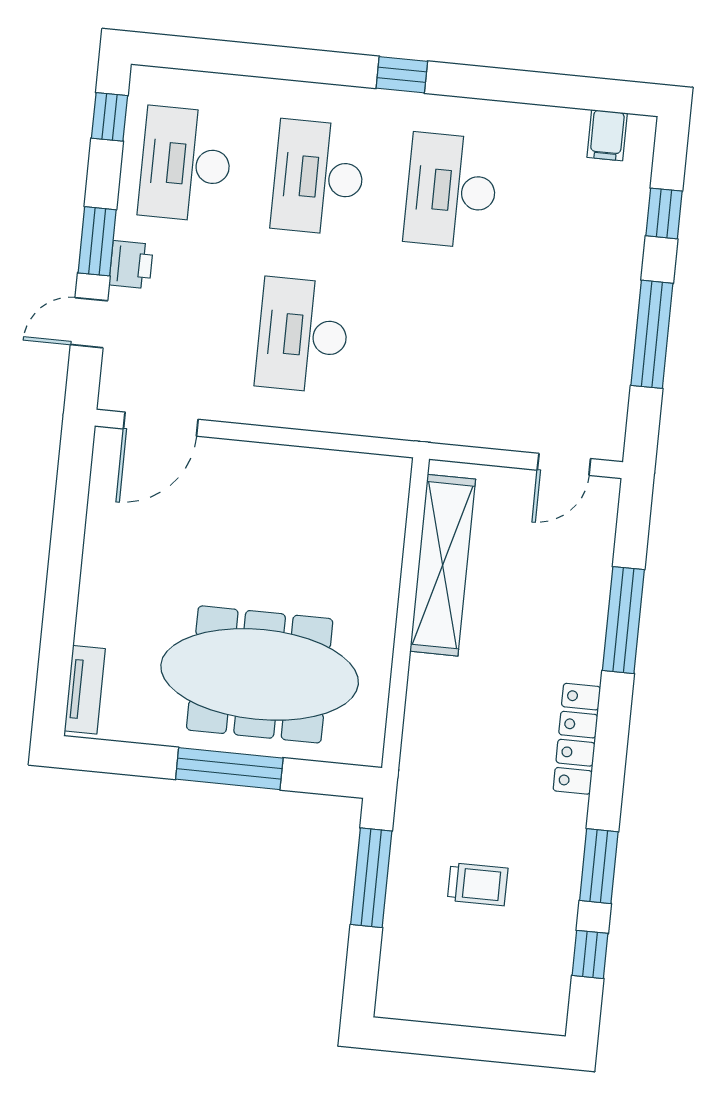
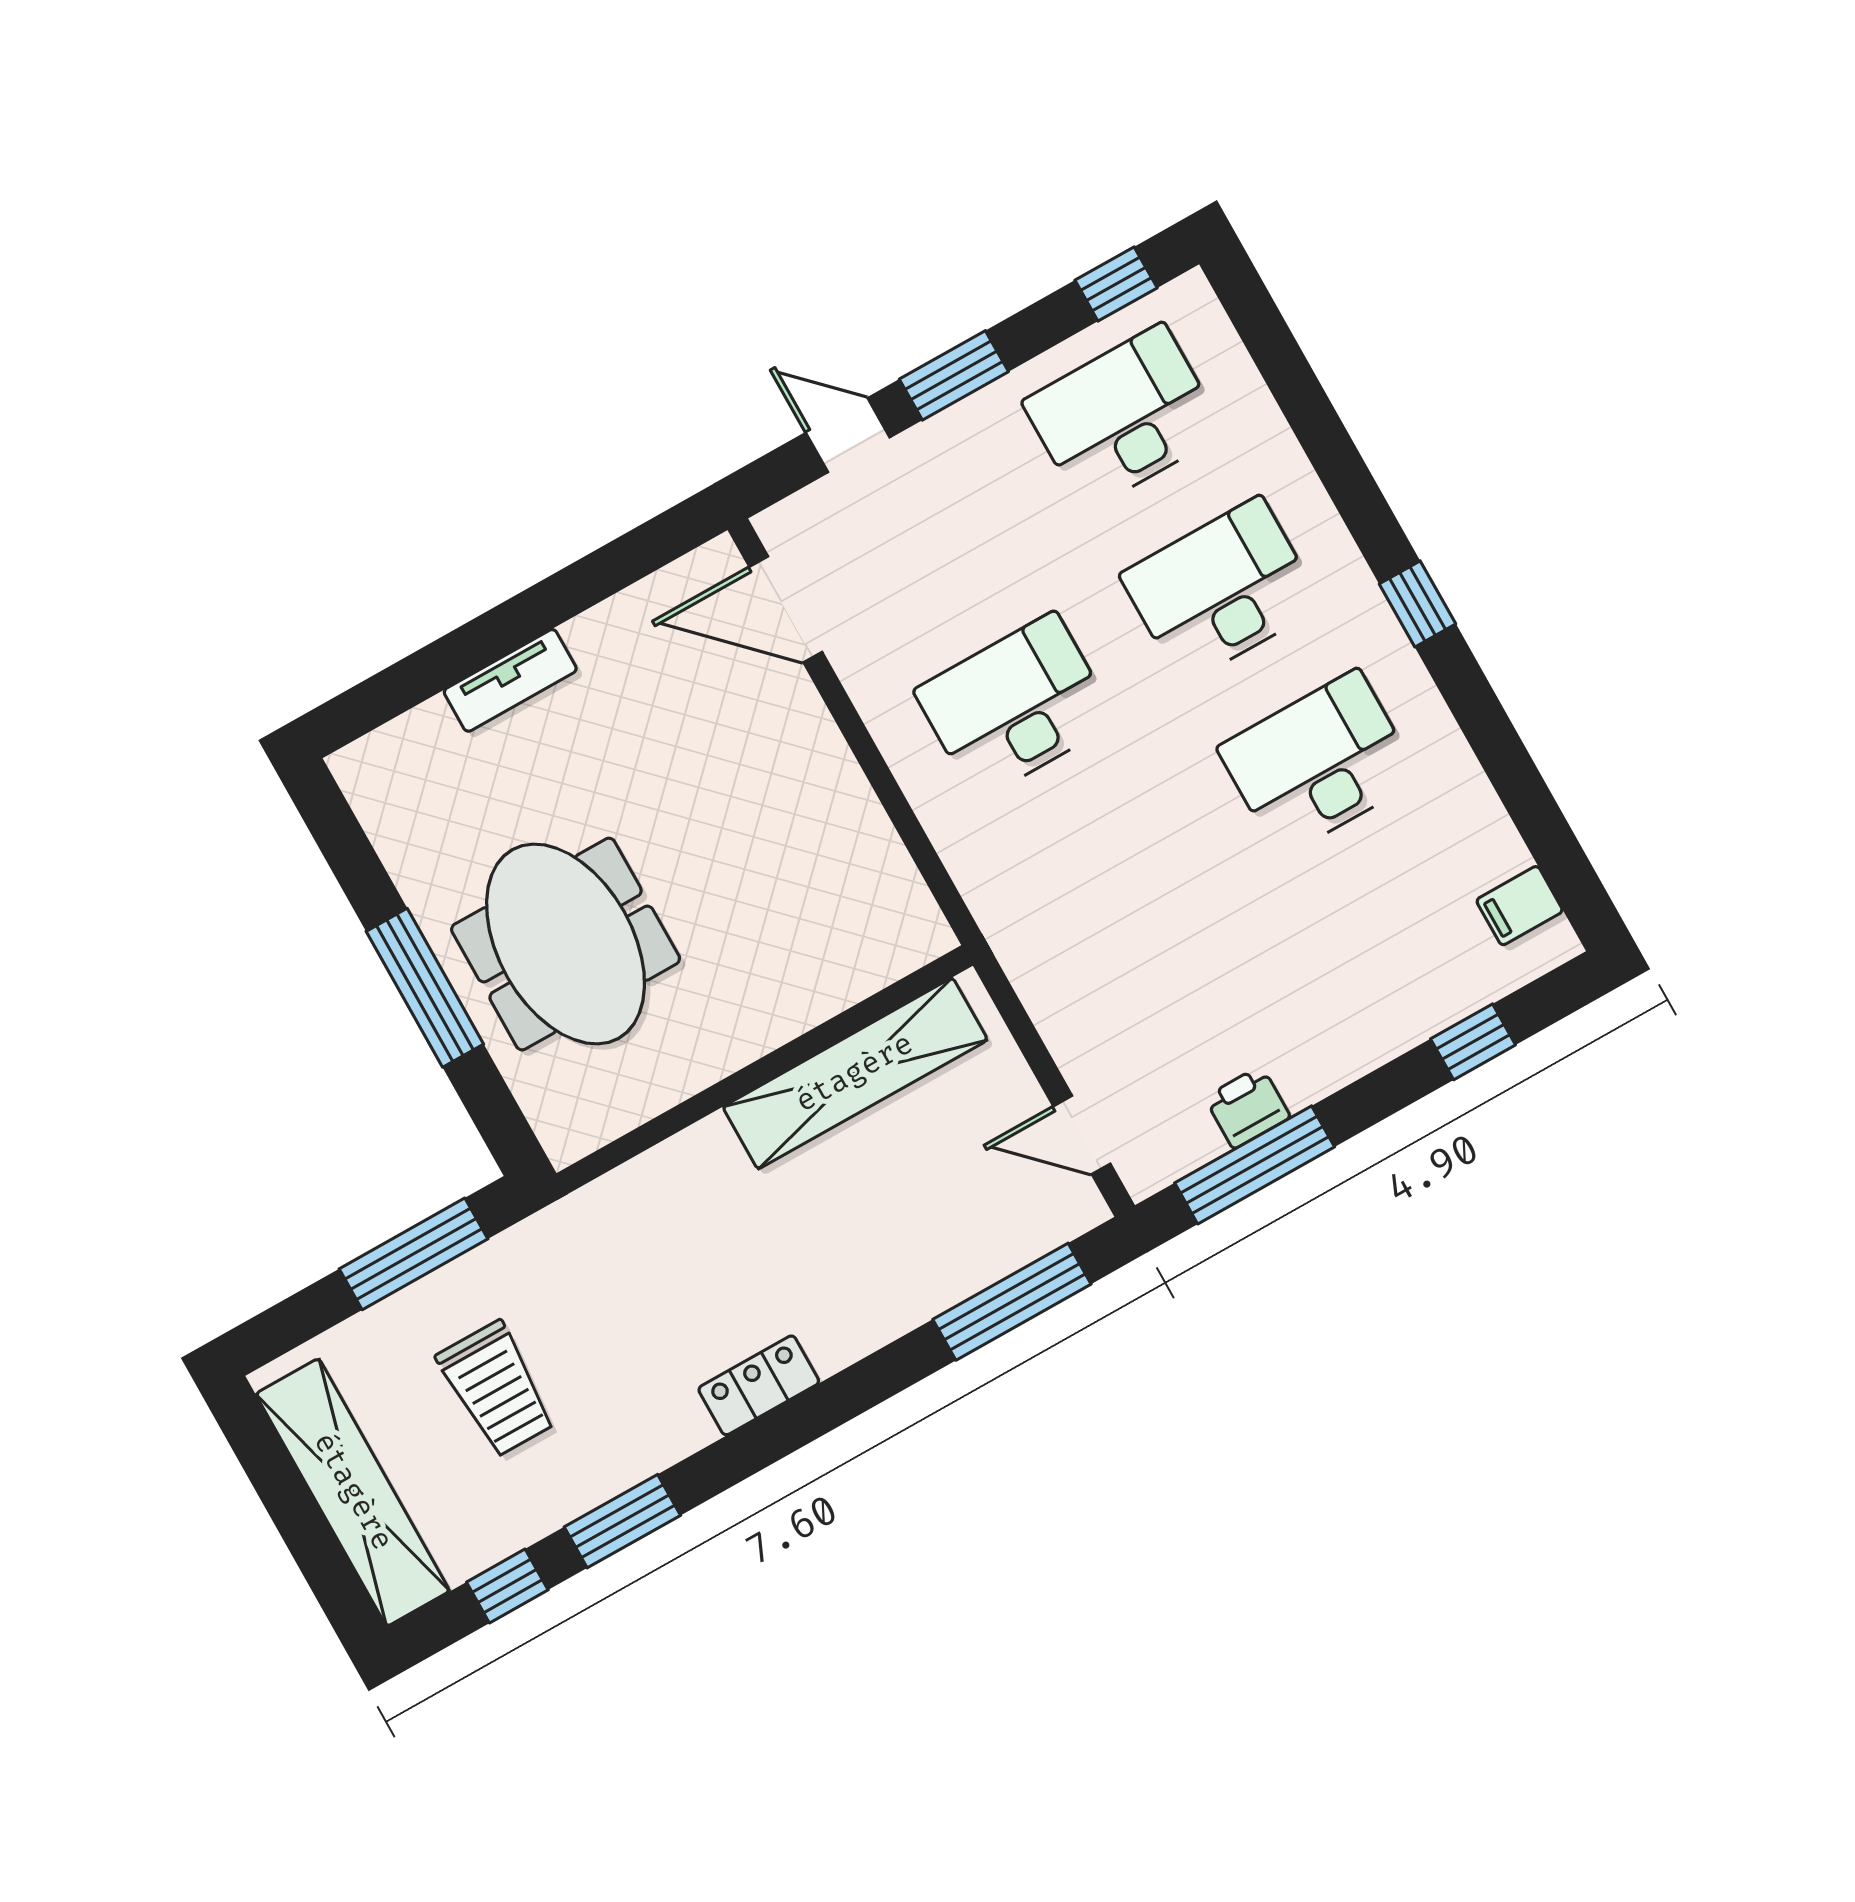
printer: (131, 265) -> (1247, 1107), moved, turned 180
window: (652, 334) -> (1255, 1165), moved
window: (623, 620) -> (1012, 1302), moved
meeting table: (260, 674) -> (566, 944), width x0.73
tv unit: (85, 690) -> (510, 680), moved
locker: (577, 739) -> (759, 1385), width x0.66
trolley: (478, 884) -> (497, 1389), width x1.36, depth x1.39
shelving: (479, 1003) -> (353, 1492), added

